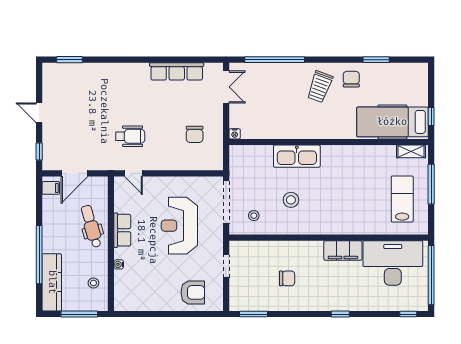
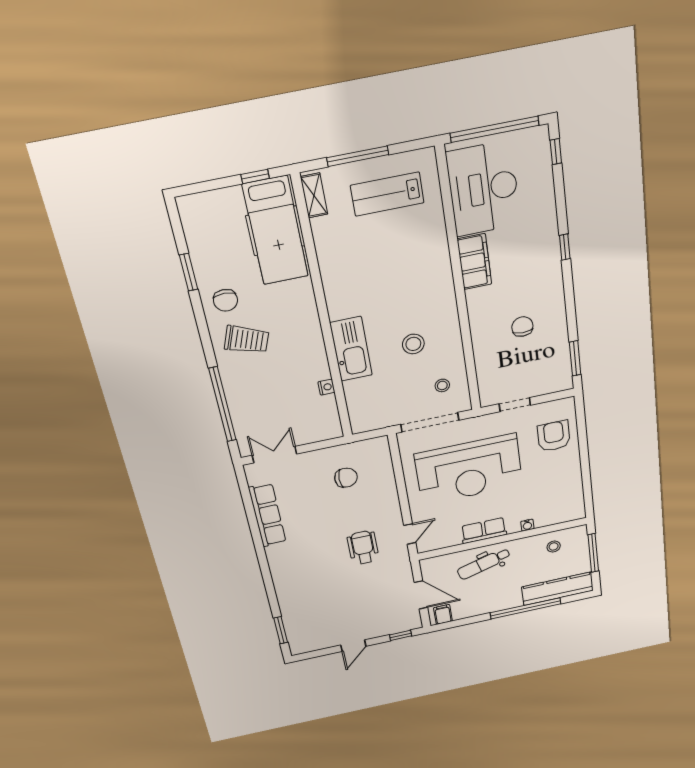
chair: (351, 79) -> (225, 300), turned -90
nightstand: (235, 134) -> (326, 387), moved
reception desk: (179, 226) -> (469, 470), width x1.36, depth x1.30

